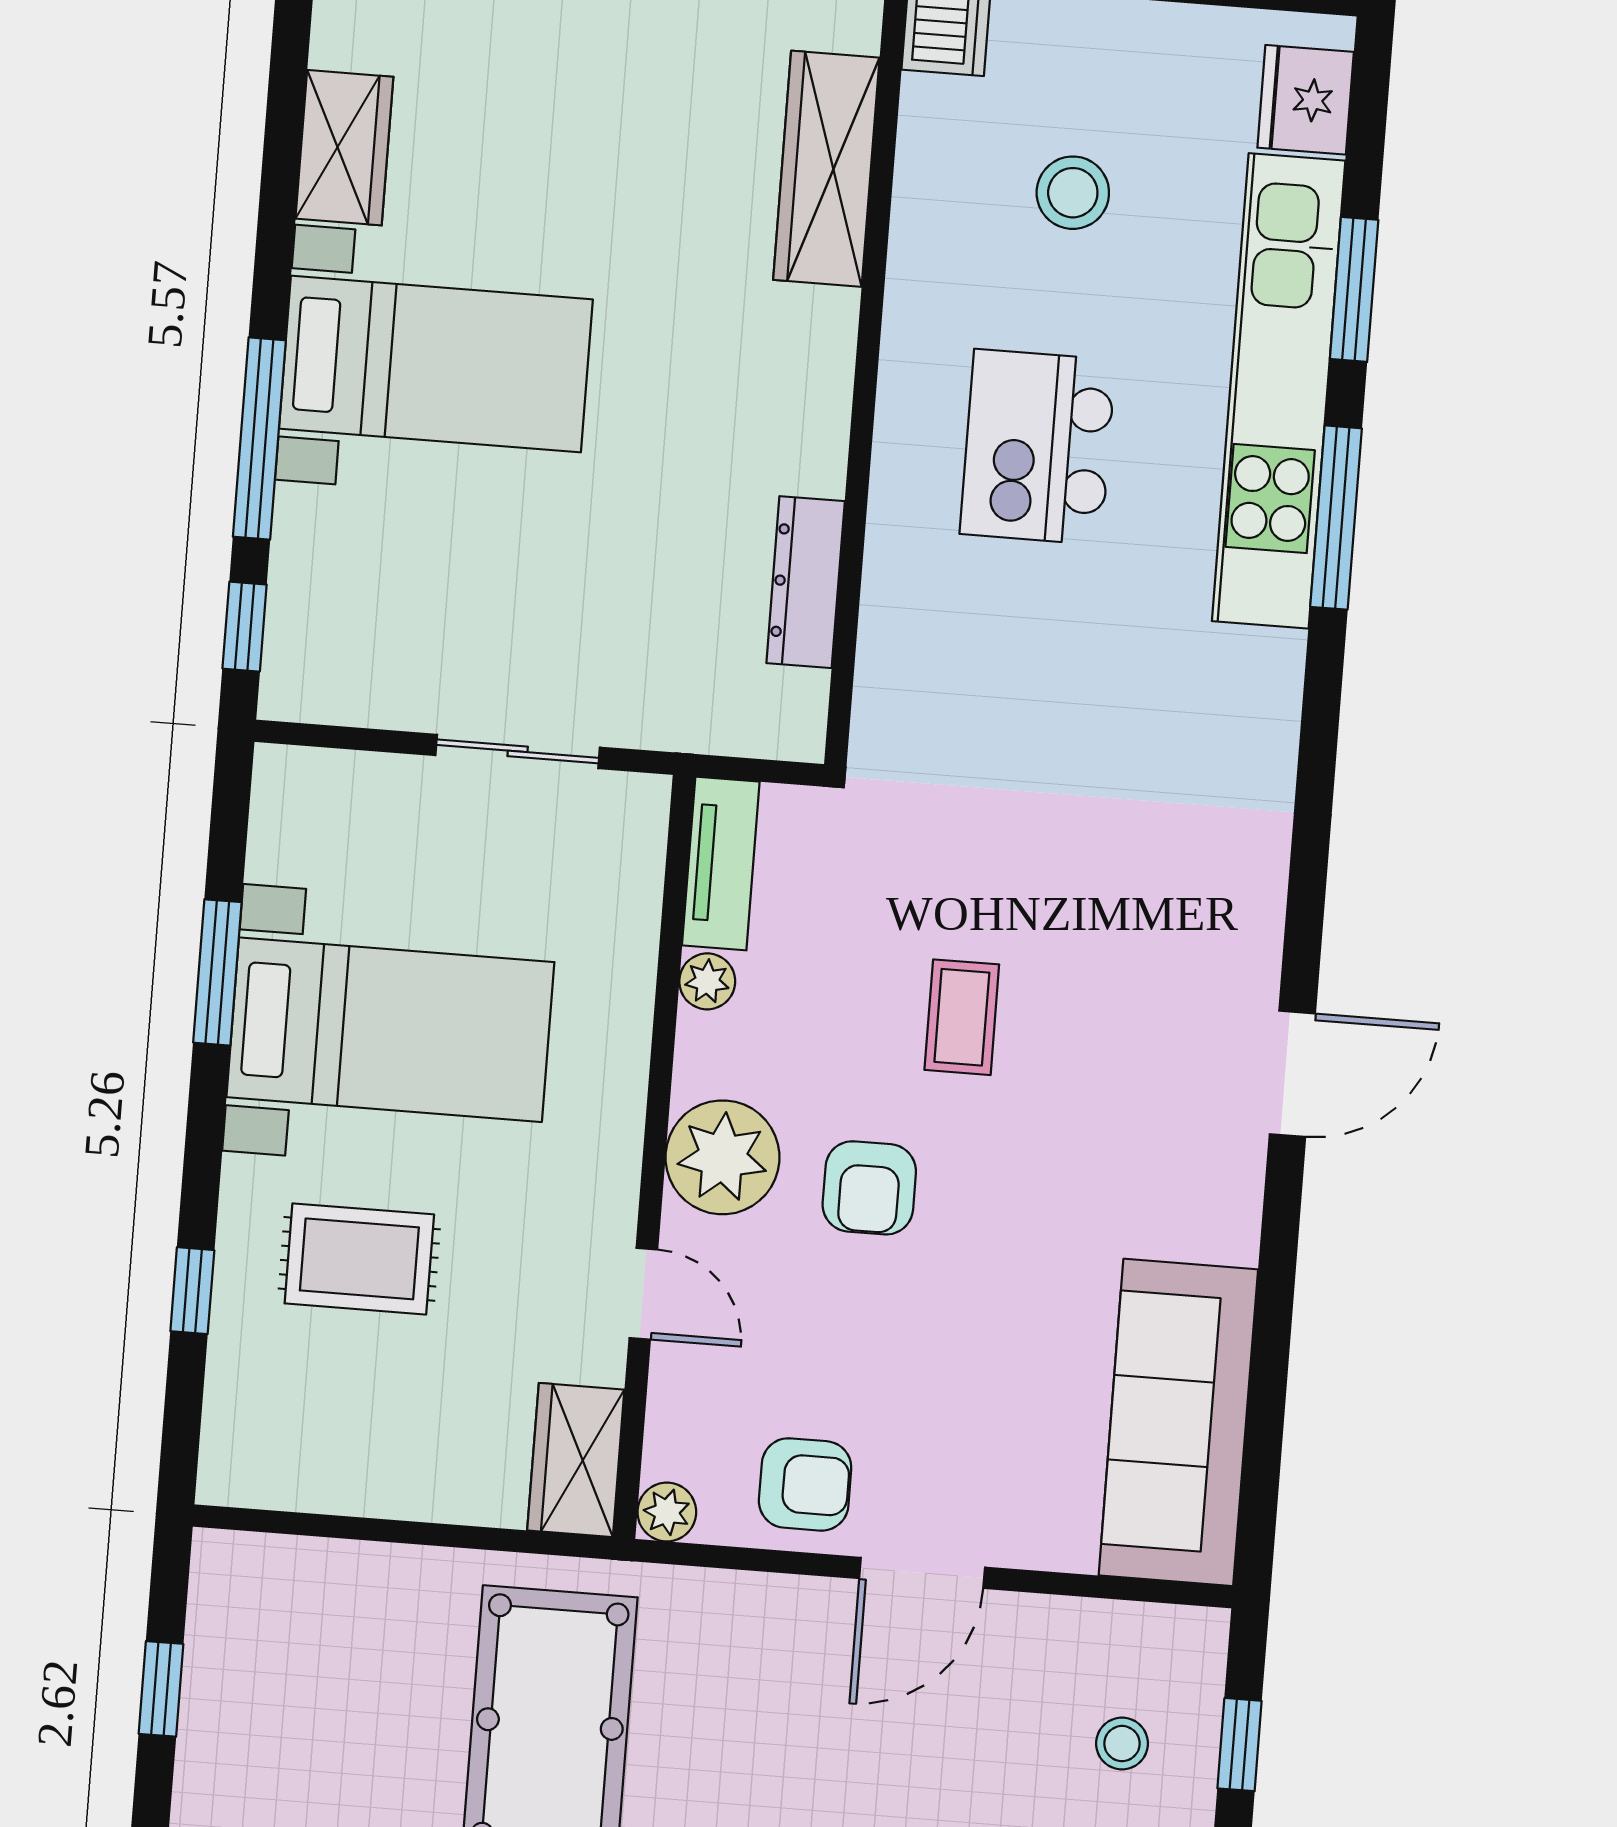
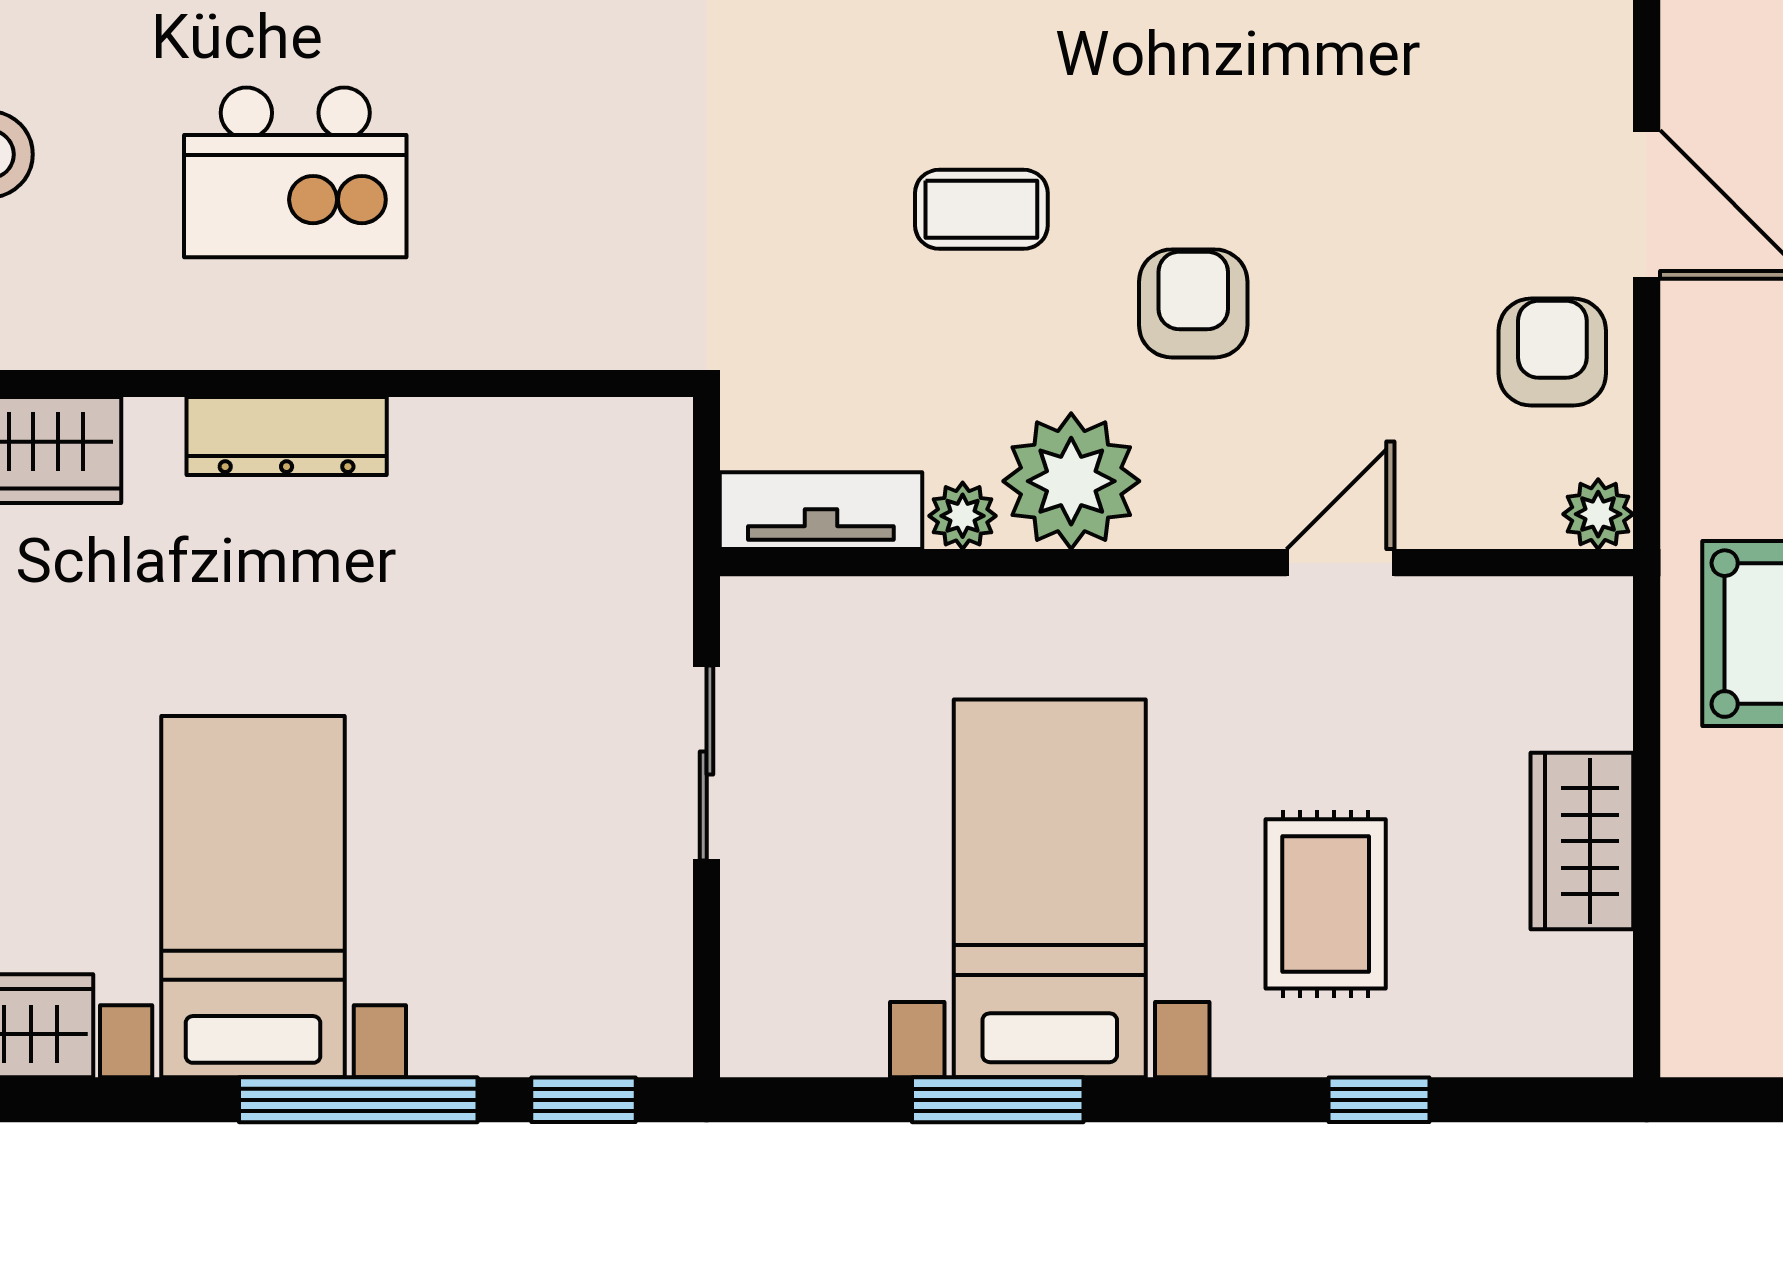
dresser: (806, 582) -> (287, 436), moved
plant: (722, 1157) -> (1071, 481), moved
armchair: (869, 1188) -> (1193, 303), turned -90
wardrobe: (576, 1460) -> (1582, 841), moved, turned 90

